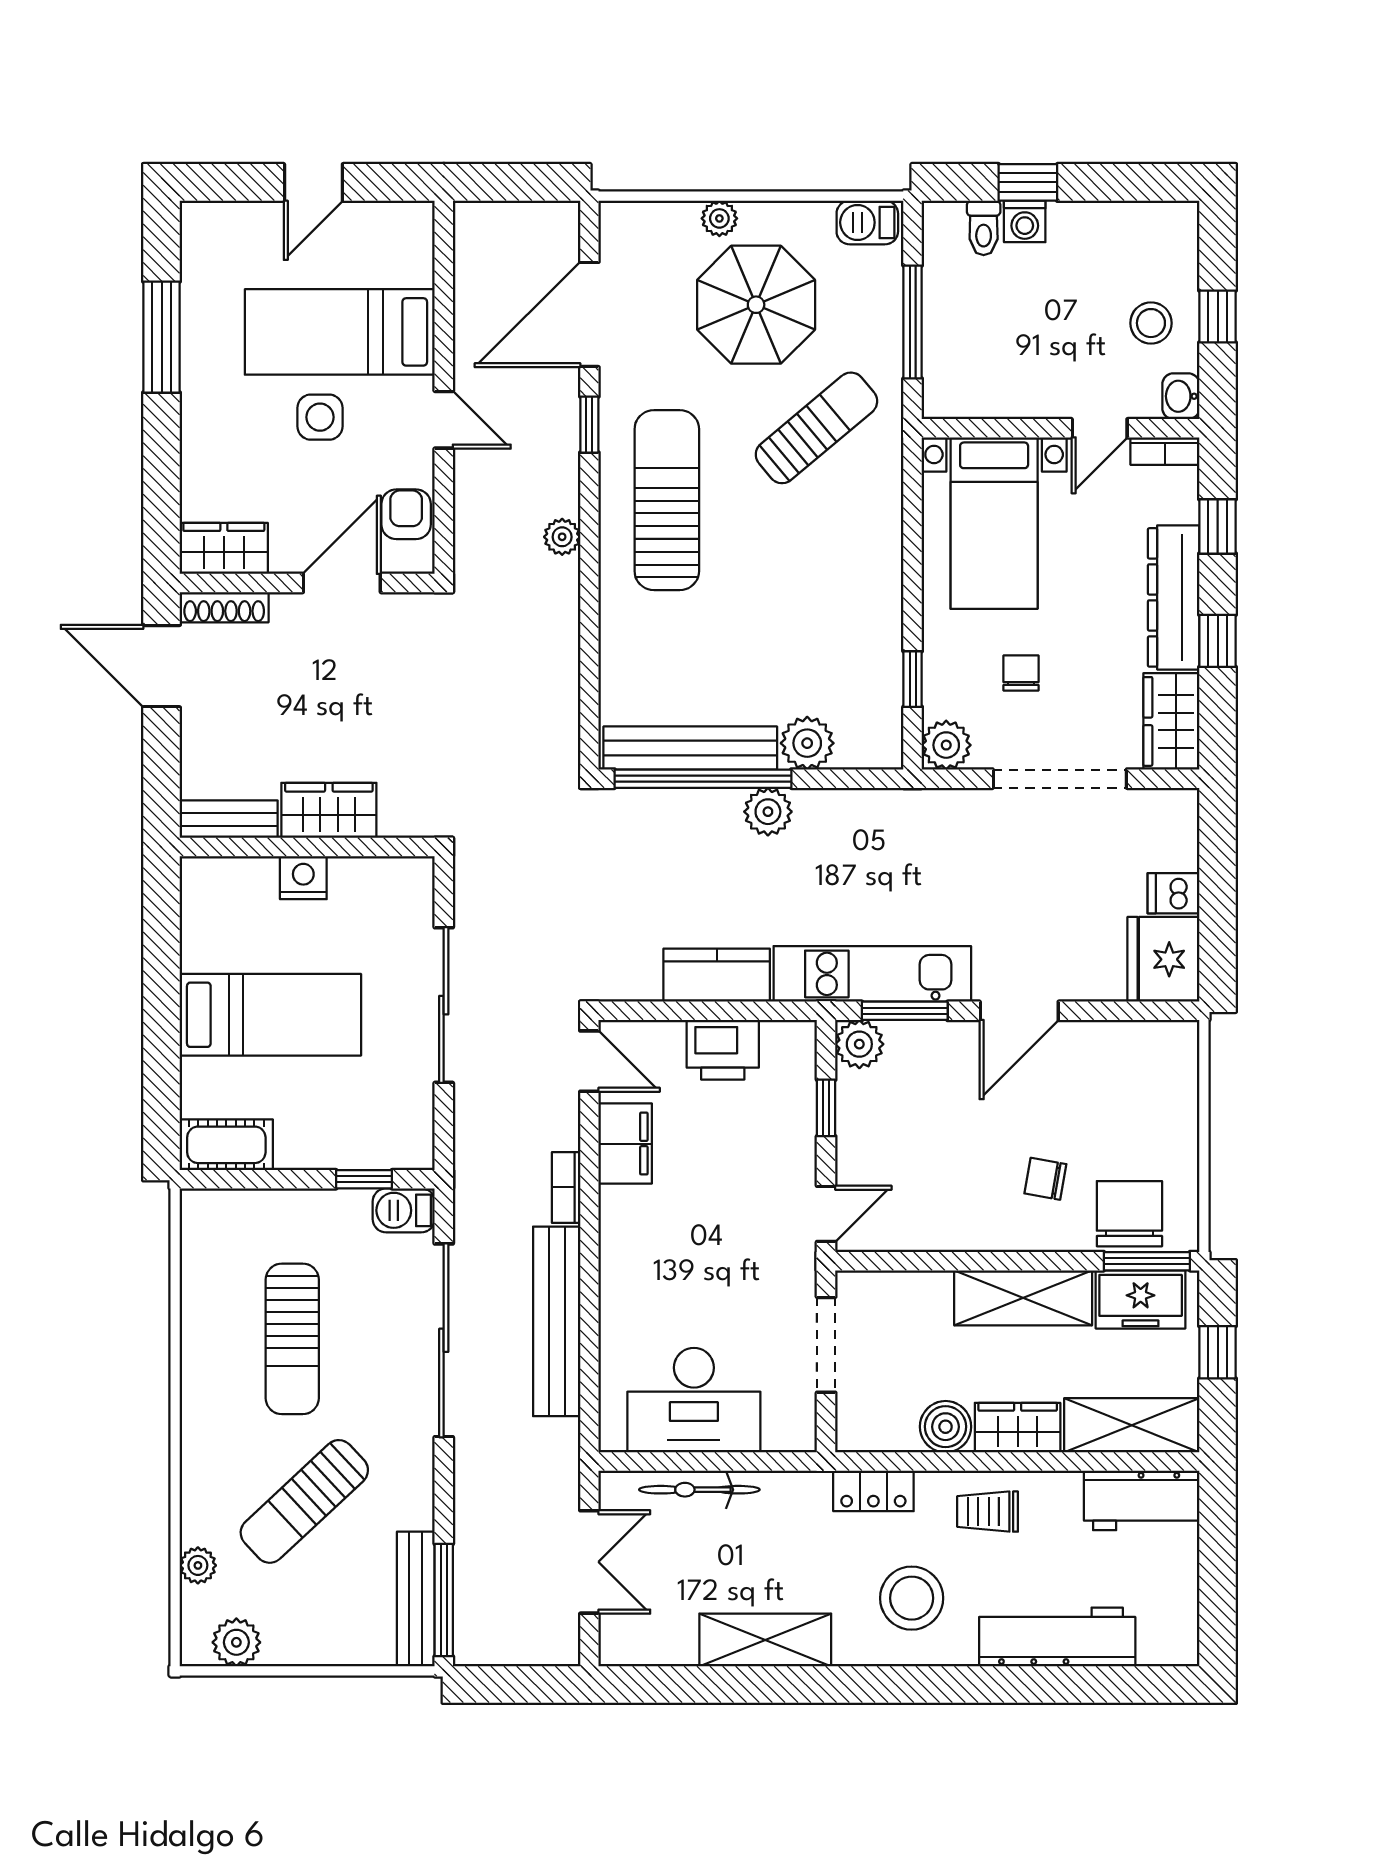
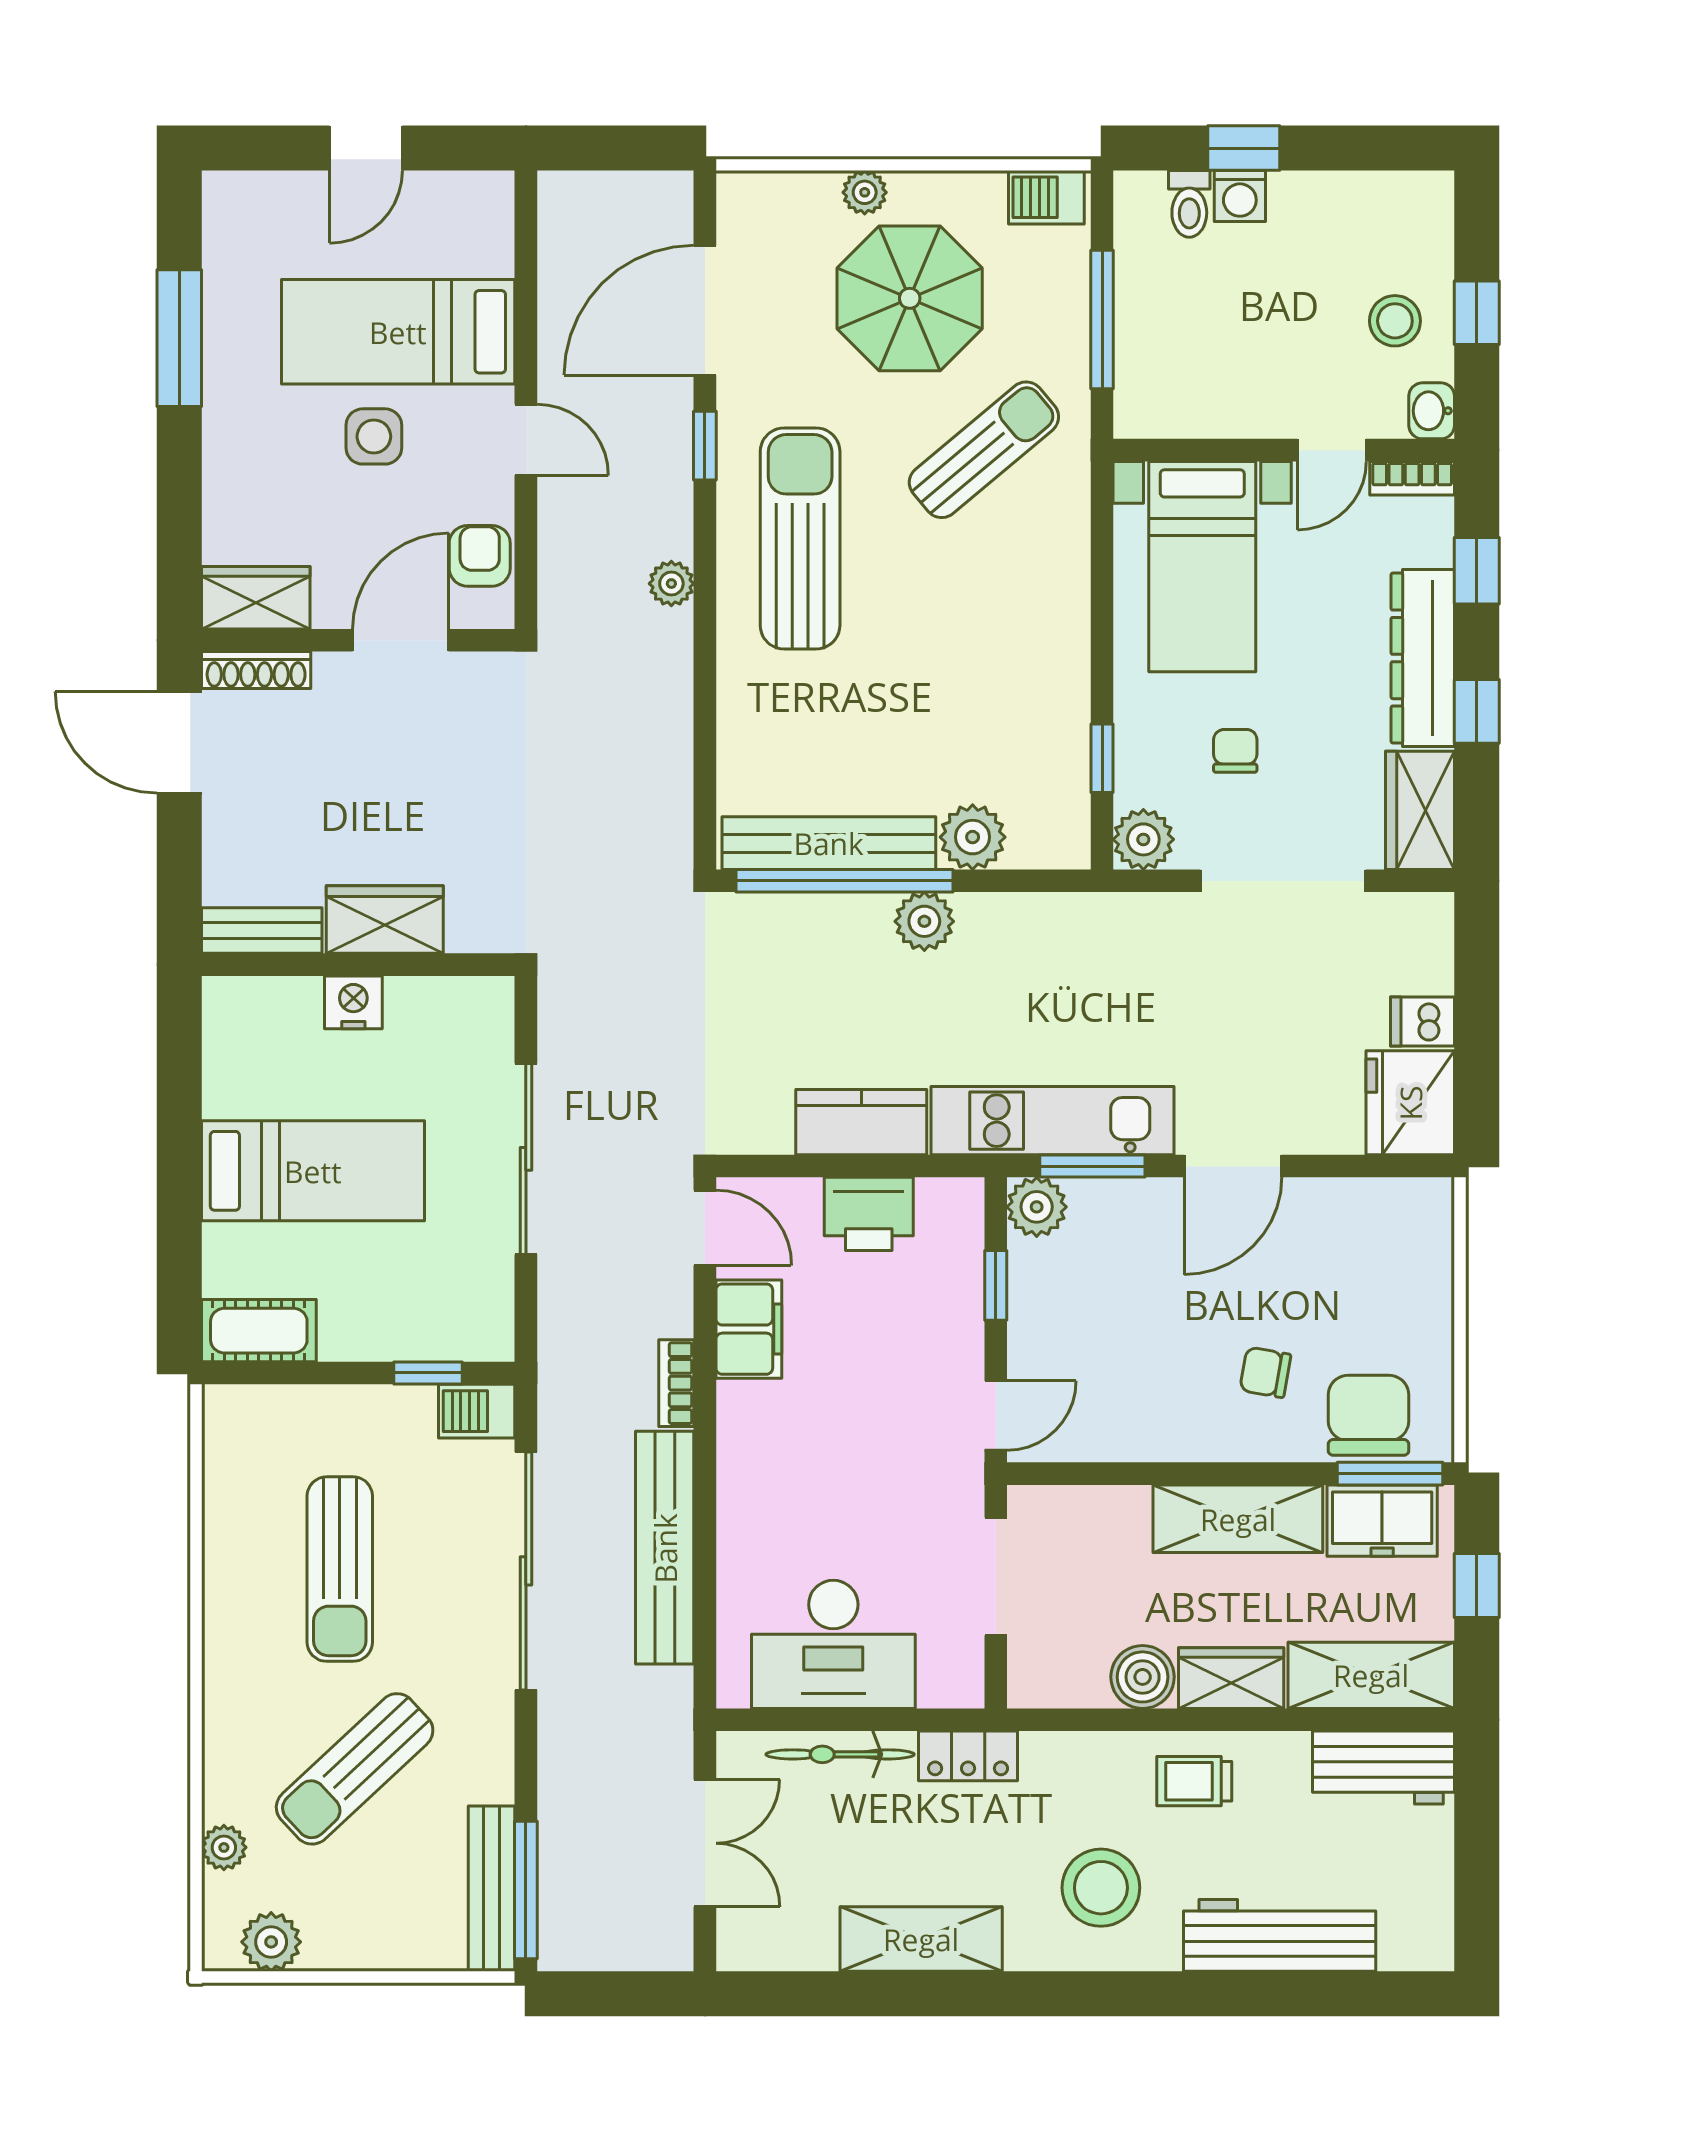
locker: (873, 1491) -> (968, 1756), moved

